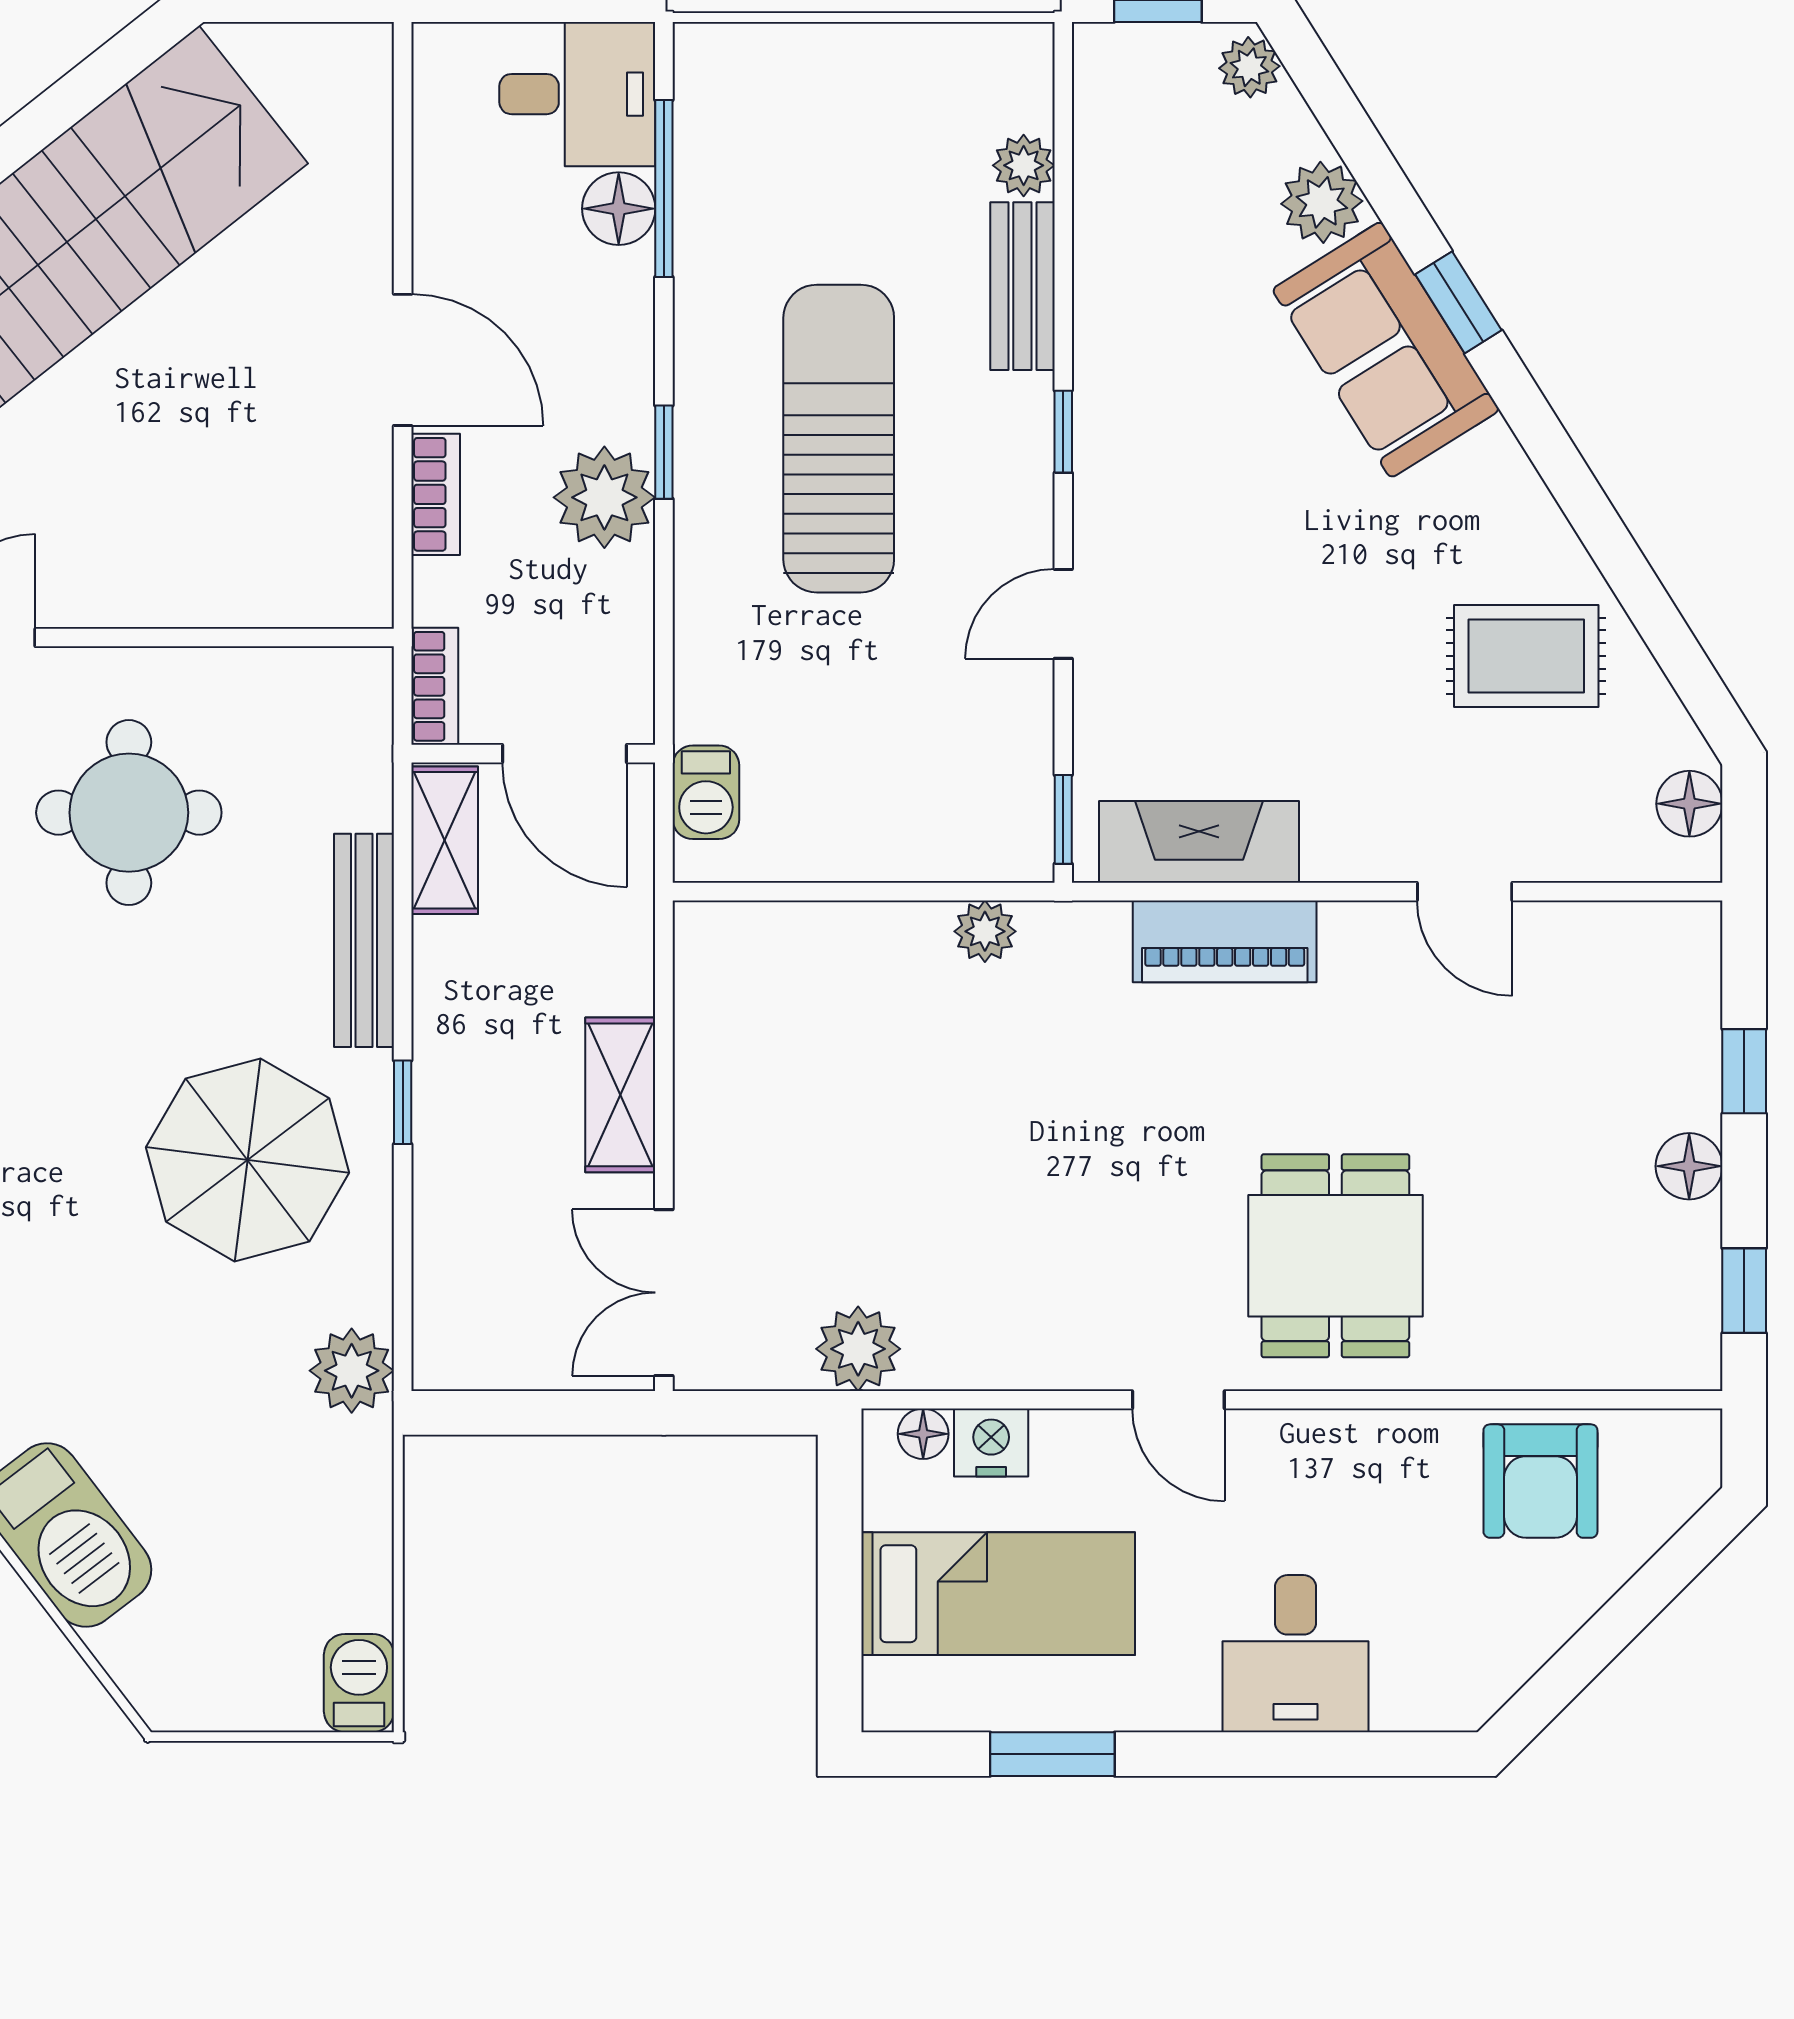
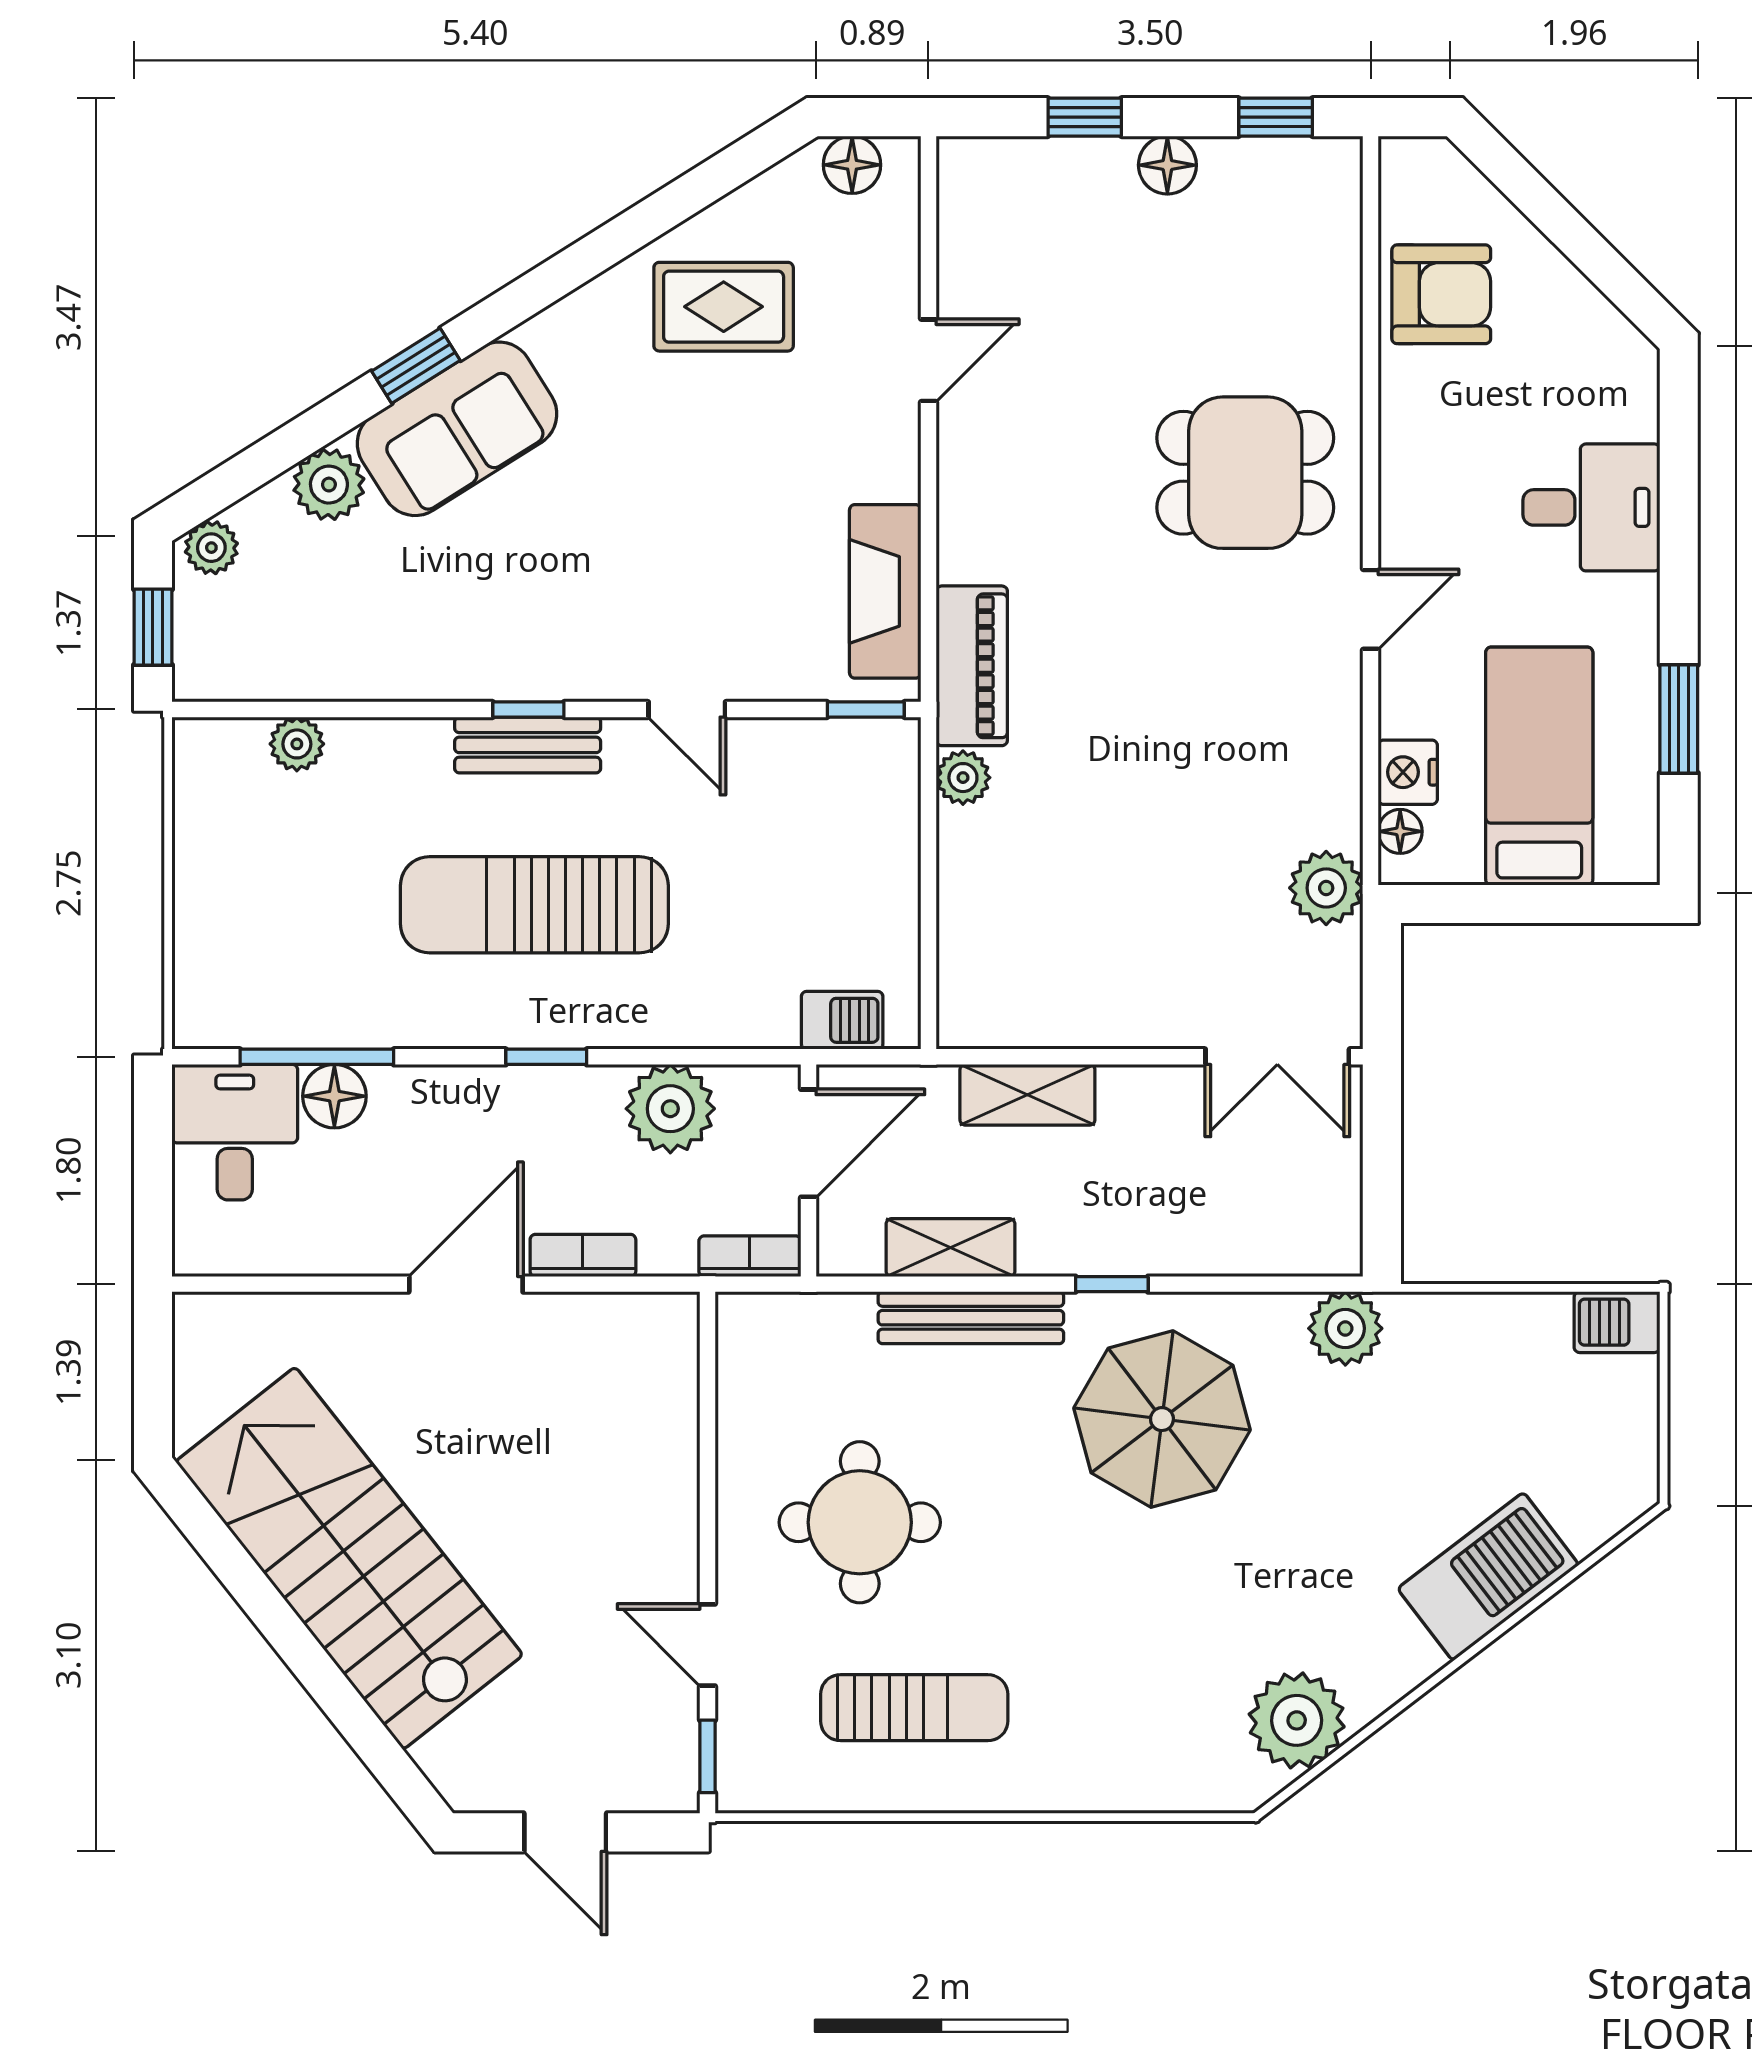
bench: (1022, 286) -> (528, 745), moved
plant: (604, 497) -> (670, 1109), moved
rug: (1526, 656) -> (724, 307), turned 90
shelving: (445, 840) -> (950, 1248), moved
piano: (1225, 941) -> (972, 666), moved
shelving: (620, 1095) -> (1027, 1095), moved

